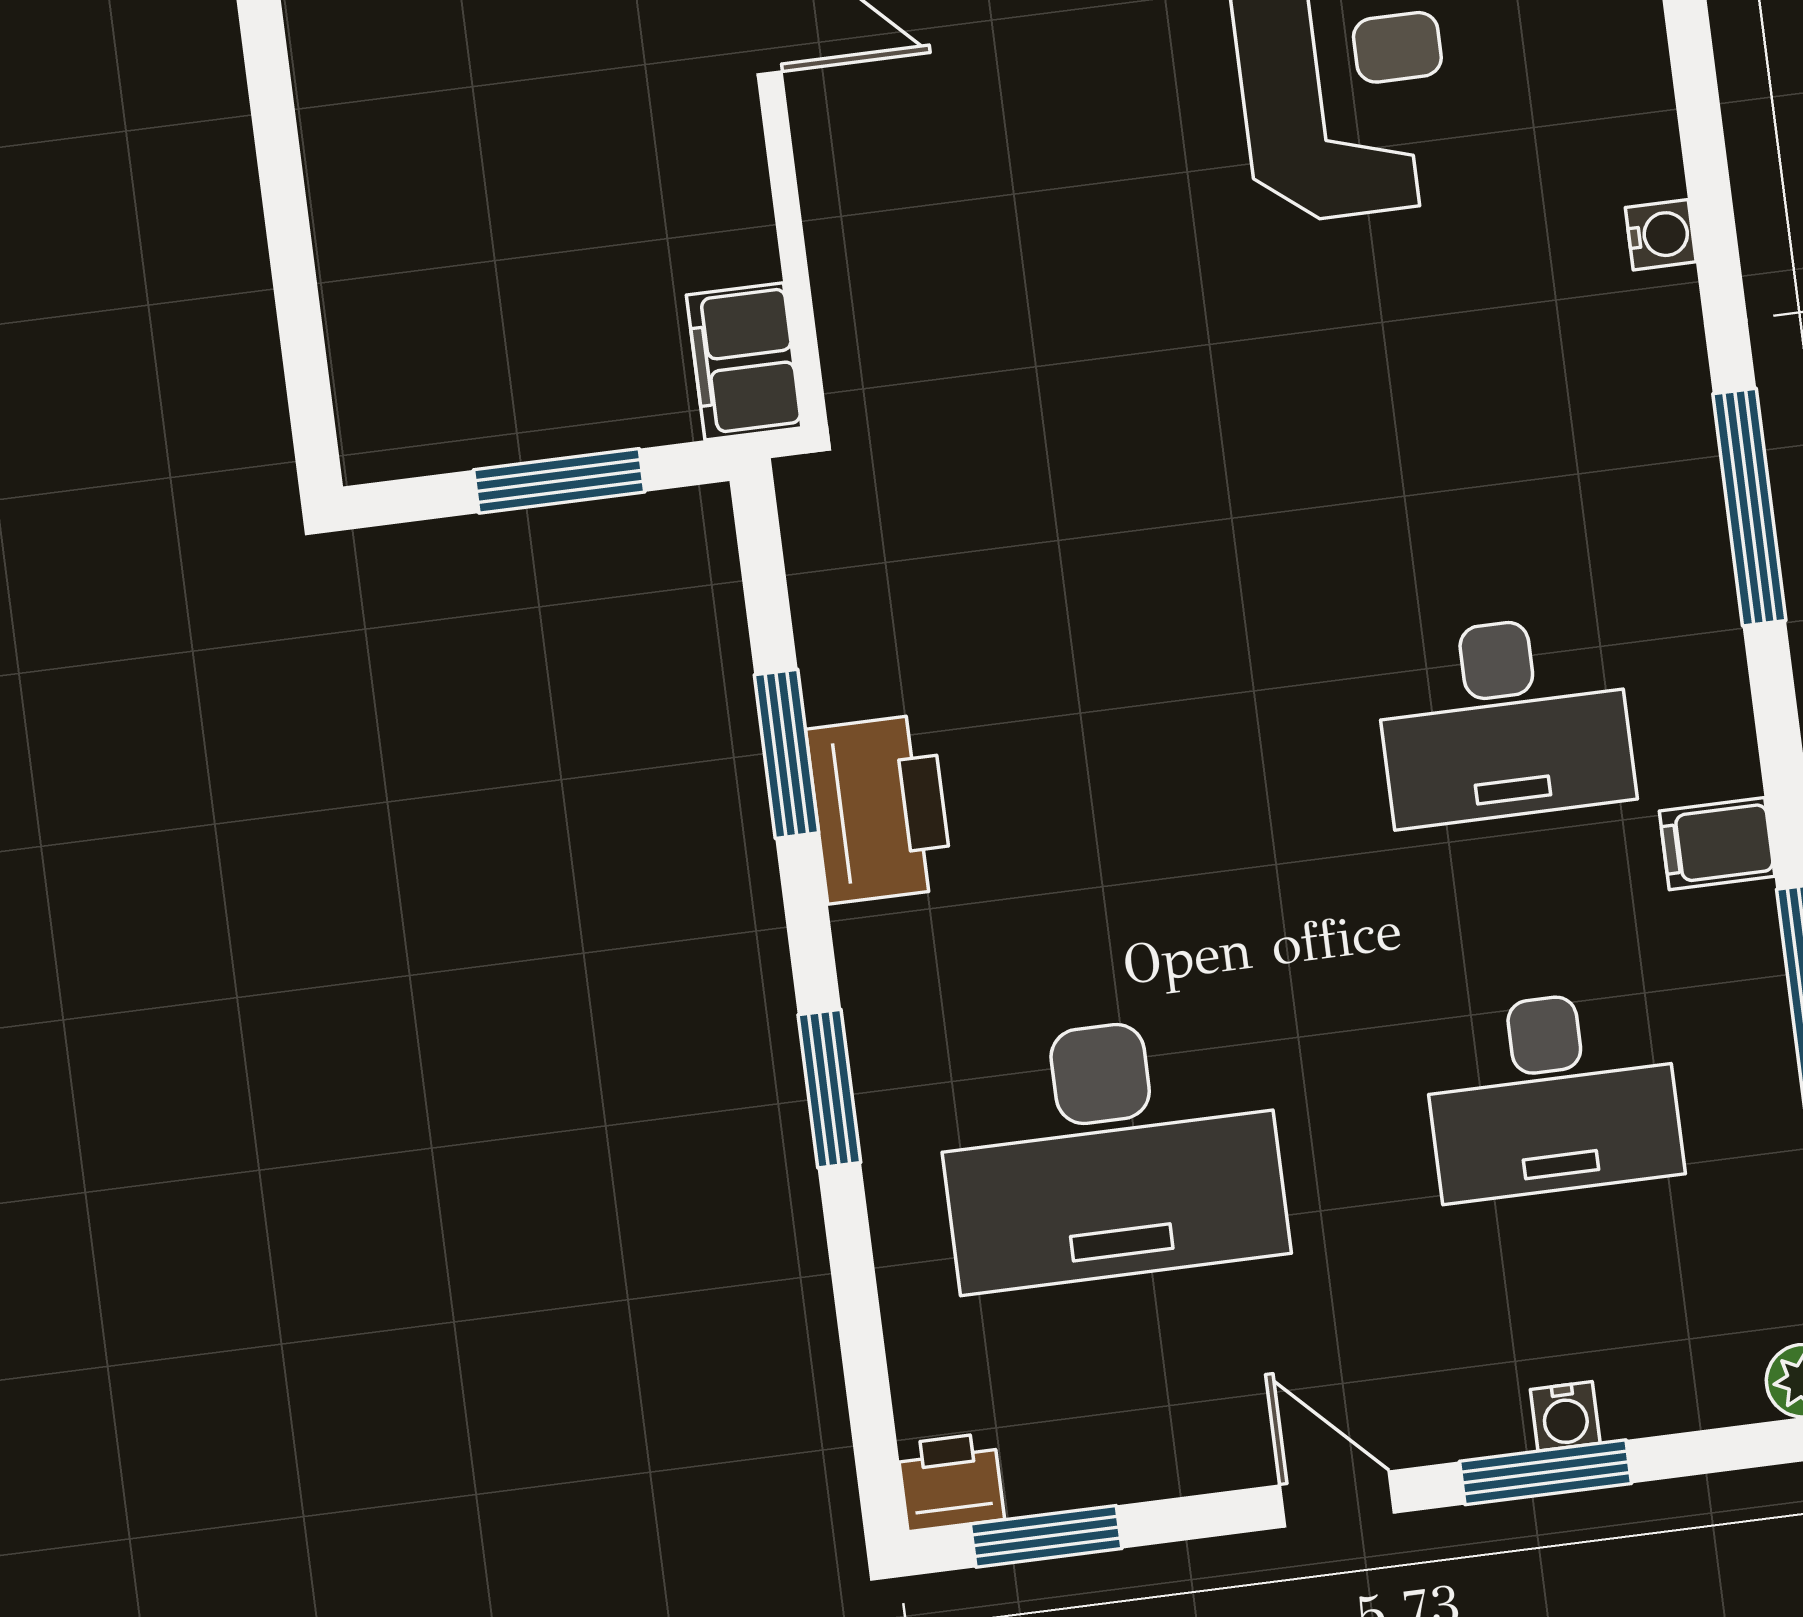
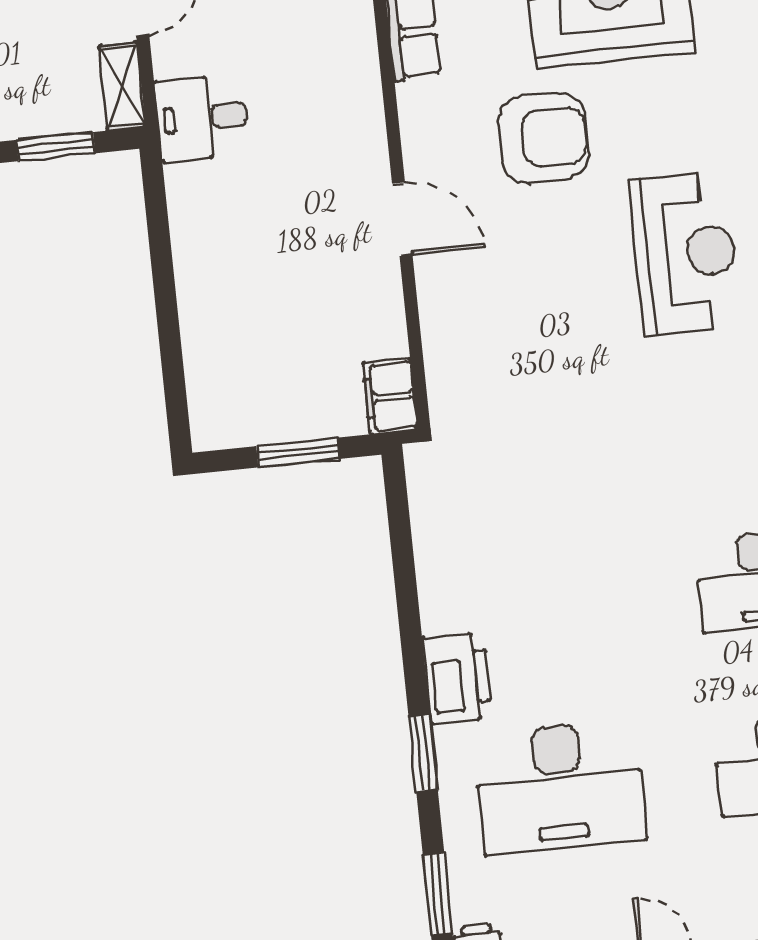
window: (786, 754) -> (438, 894), moved
printer: (880, 809) -> (457, 678), moved

